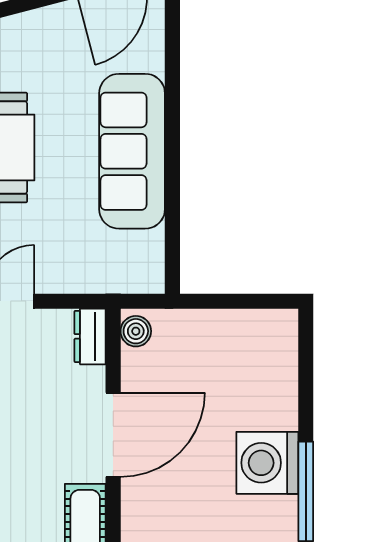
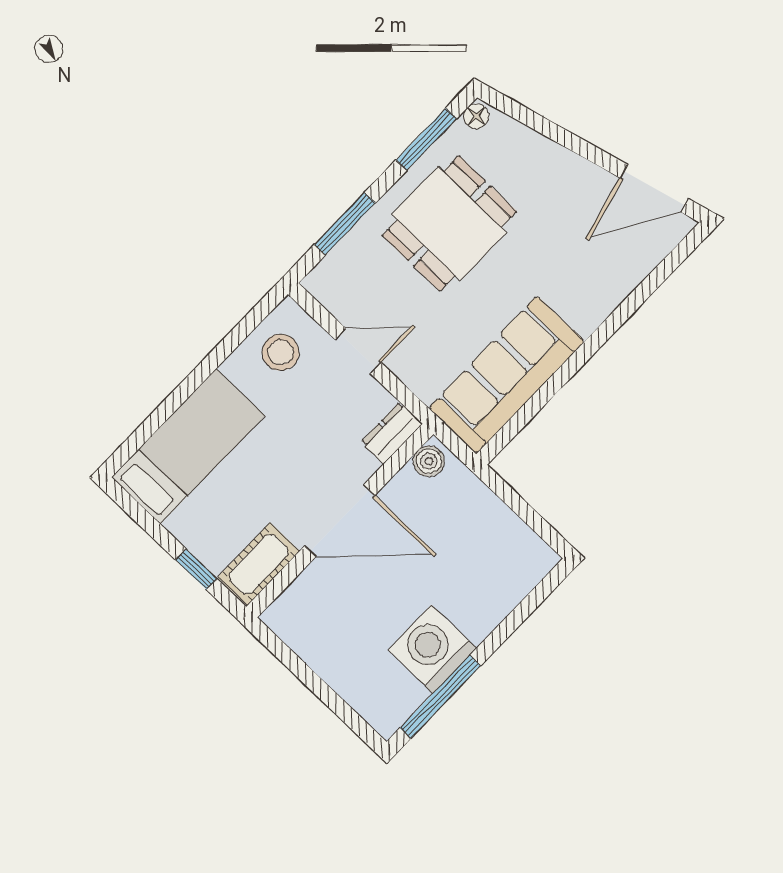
sofa: (132, 151) -> (507, 375), moved

